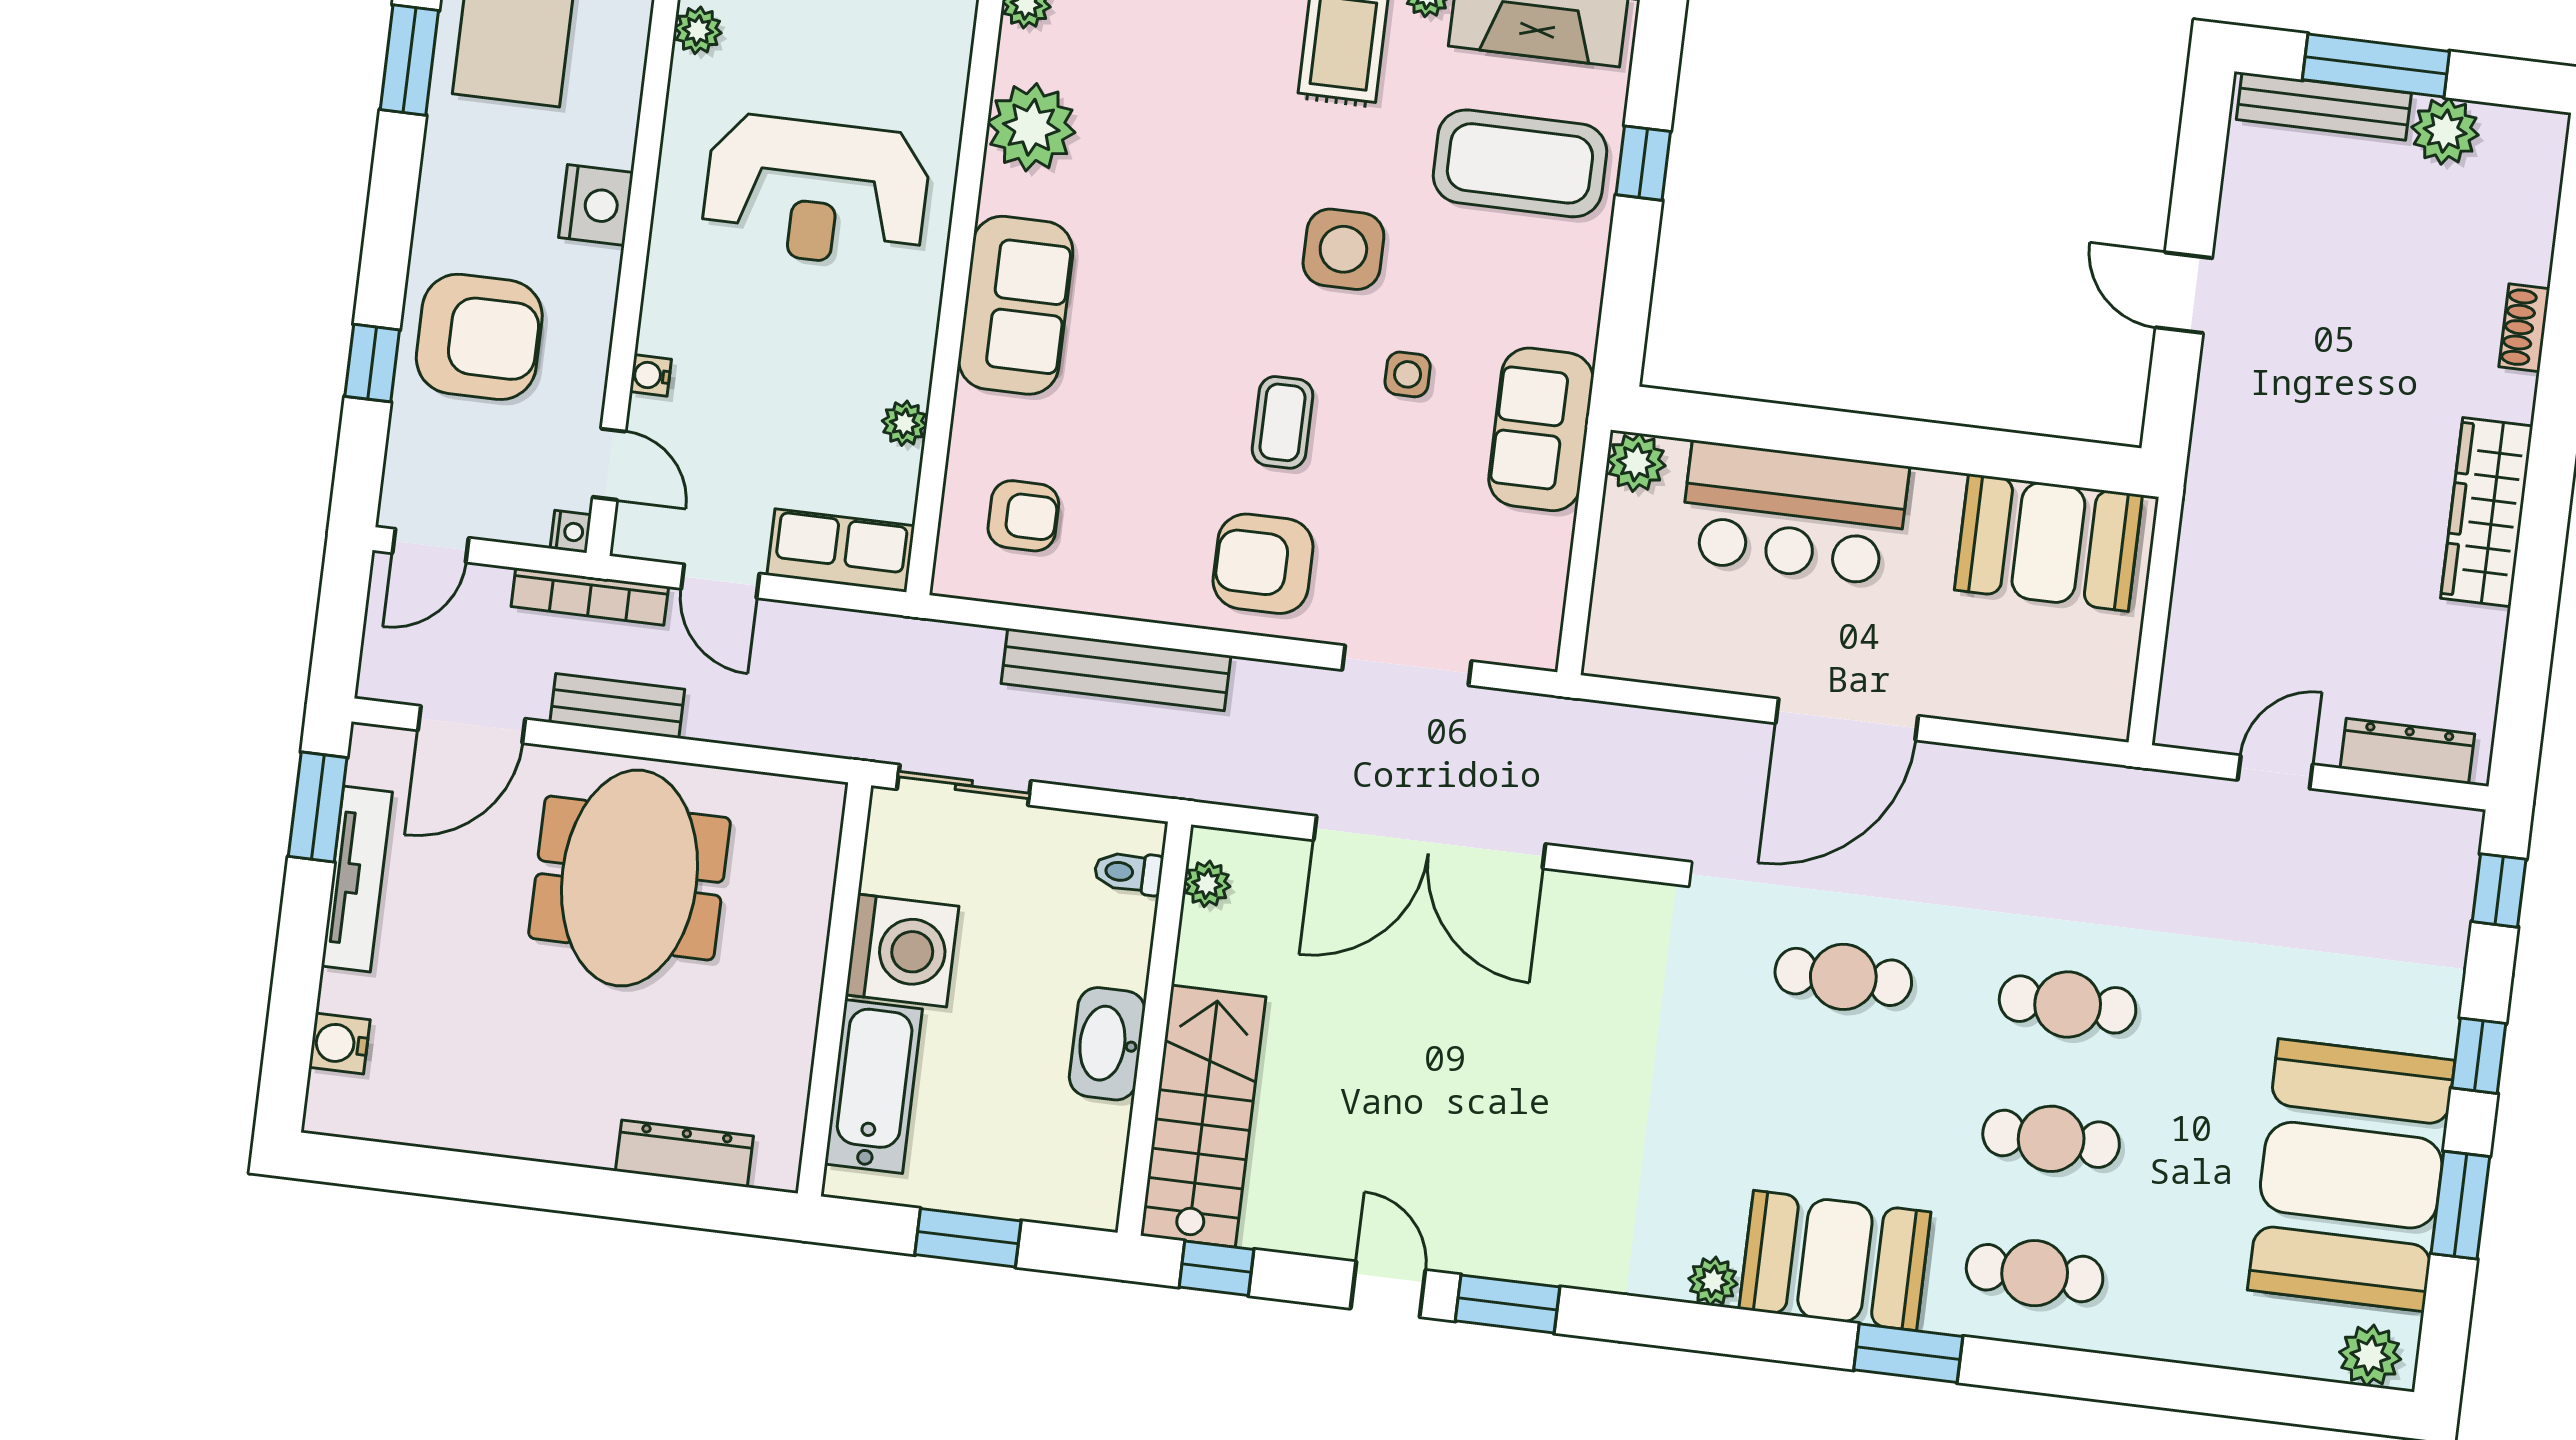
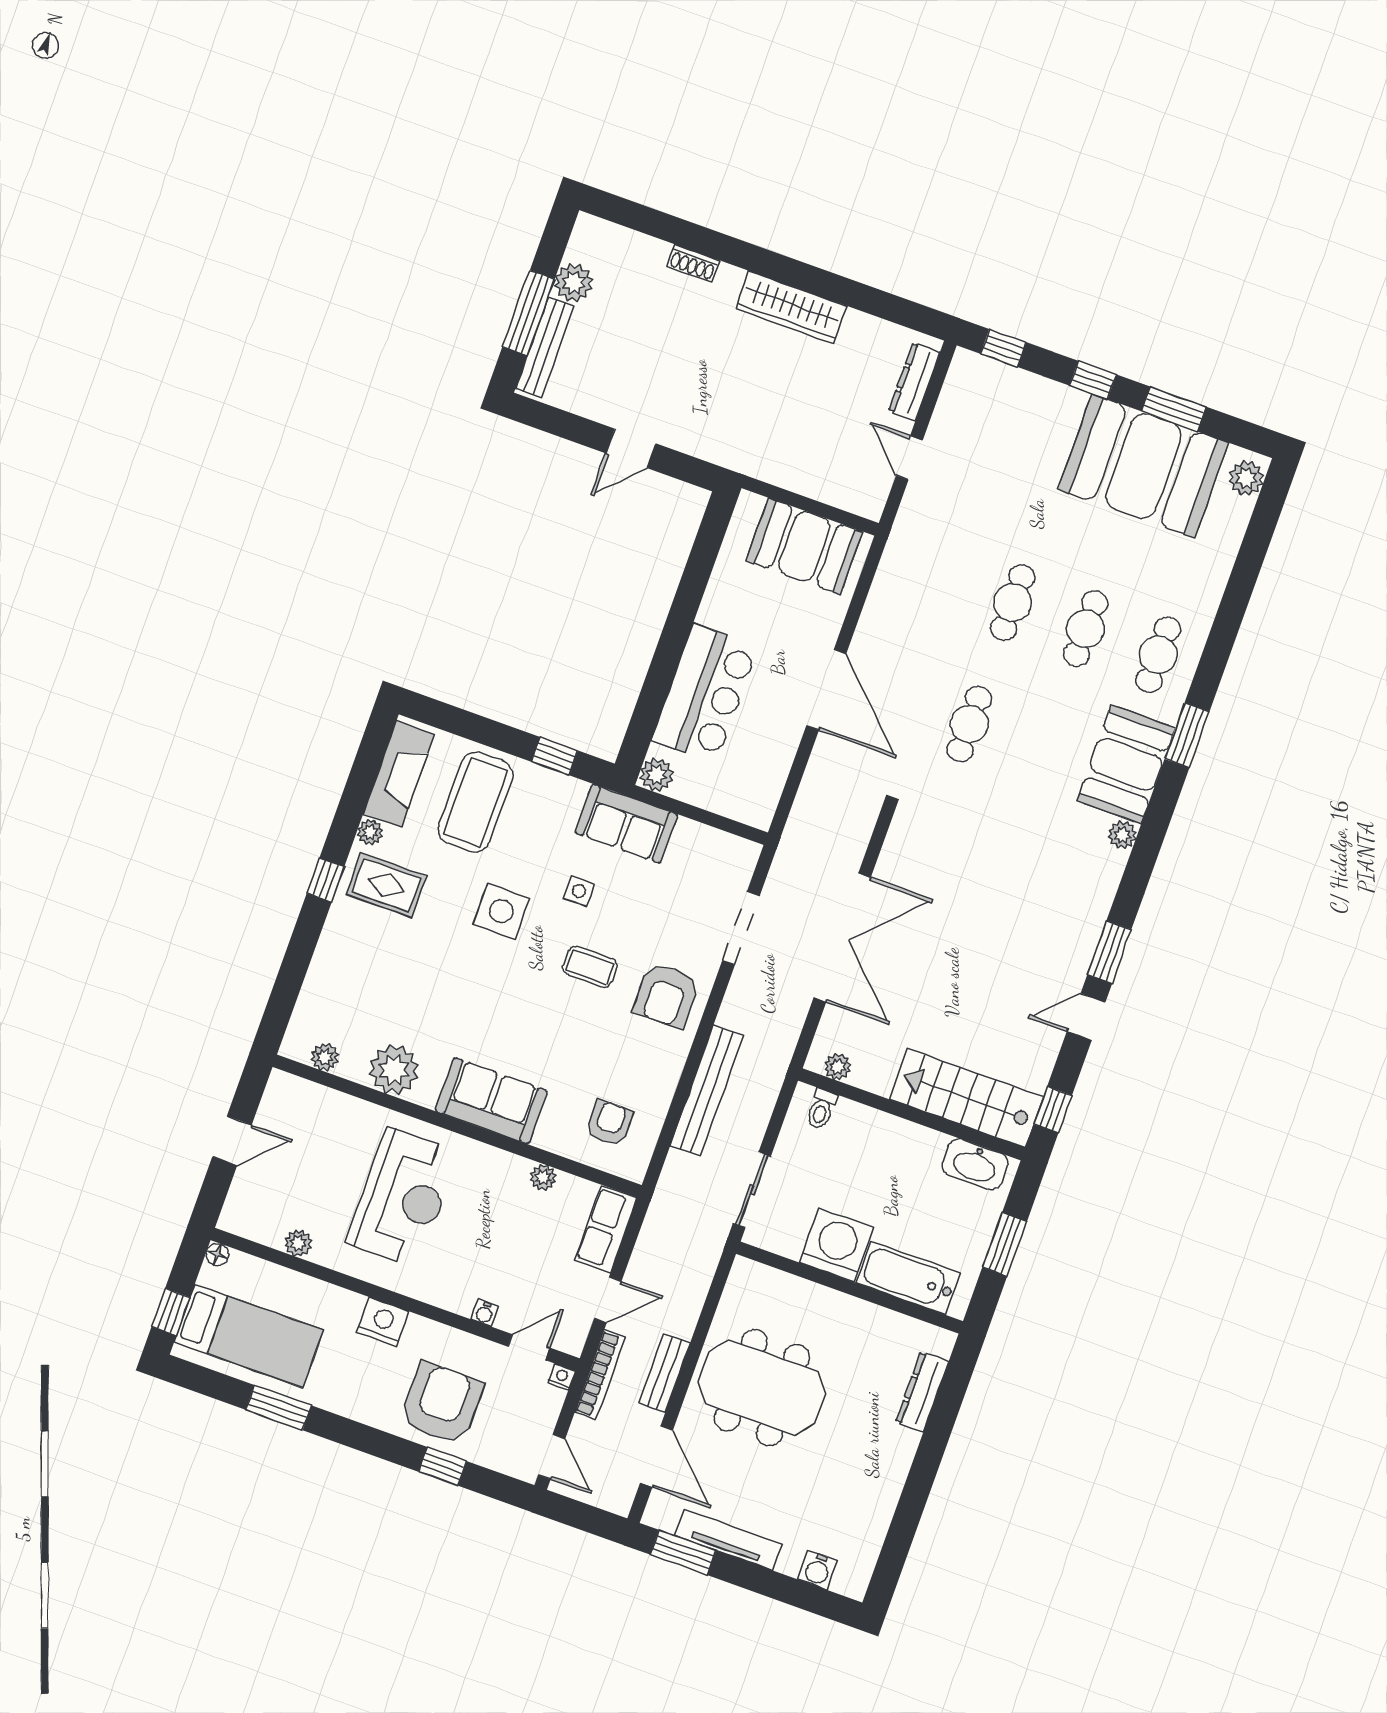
window: (1643, 163) -> (555, 756), moved
booth: (2048, 543) -> (804, 546), moved, turned 90
washbasin: (1107, 1044) -> (975, 1164), moved

